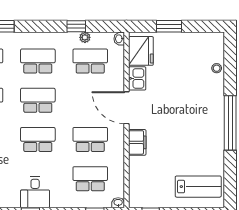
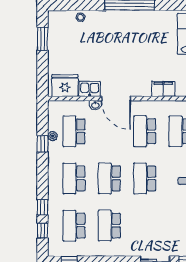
window: (169, 26) -> (43, 39), moved
washbasin: (119, 39) -> (95, 105), moved
door: (126, 108) -> (116, 99), hinge flipped
filing cabinet: (137, 142) -> (163, 89), moved

